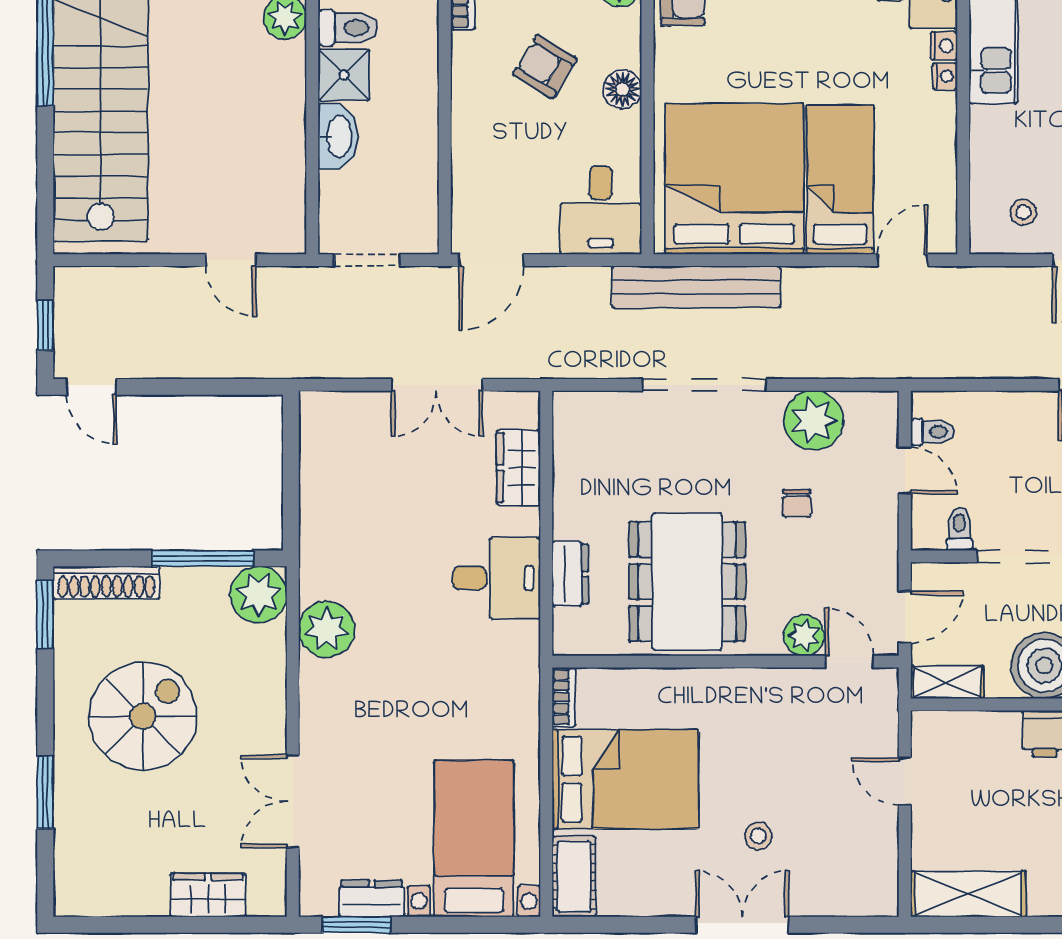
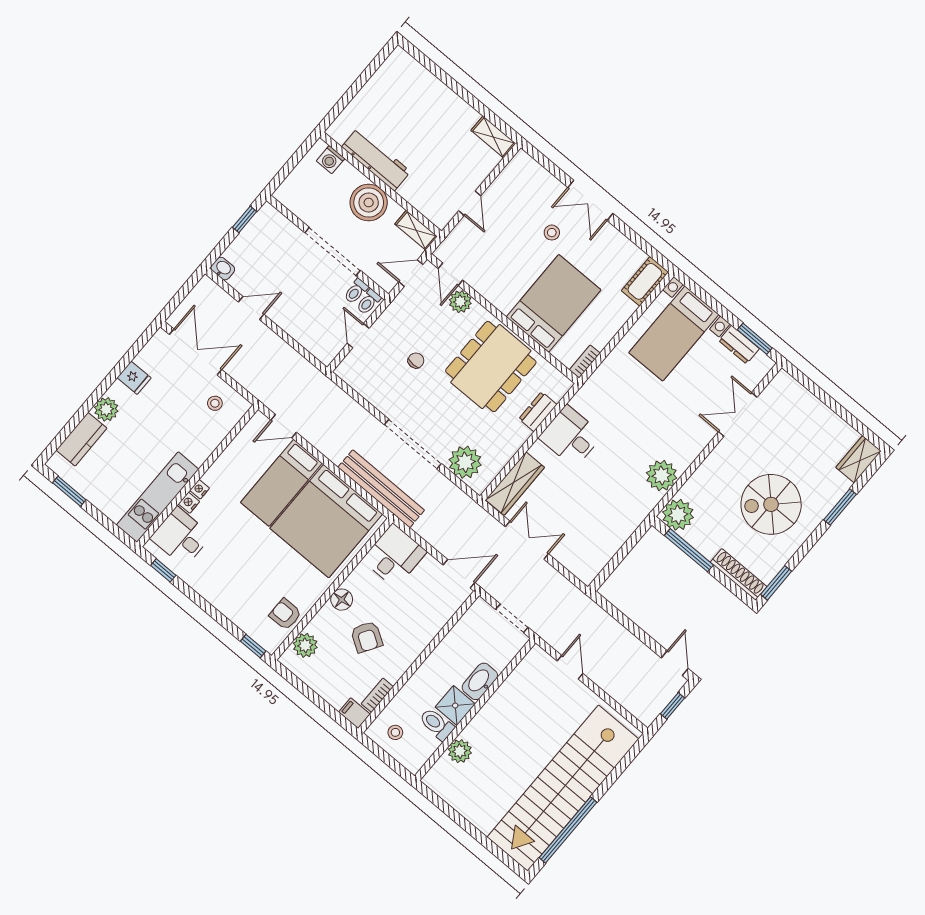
plant: (813, 420) -> (465, 462), moved
toilet: (932, 432) -> (368, 302), moved, turned -90
wardrobe: (518, 468) -> (515, 484), width x1.50
bed: (625, 779) -> (554, 303), moved, turned 90
double door: (293, 801) -> (738, 414), swing flipped
shelving: (968, 894) -> (493, 137), width x0.67, depth x0.75
wardrobe: (208, 895) -> (859, 459), moved, turned 90

